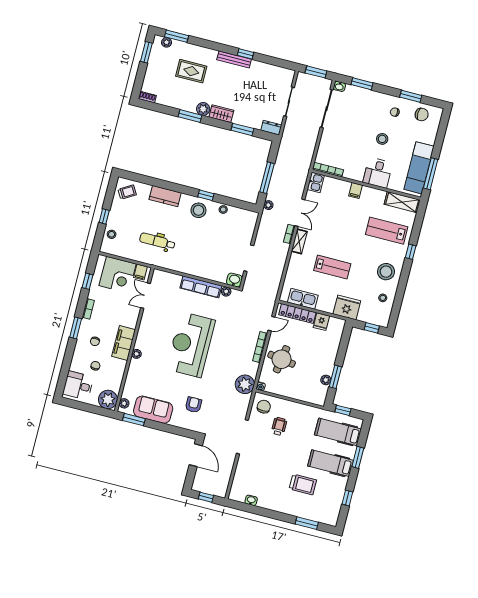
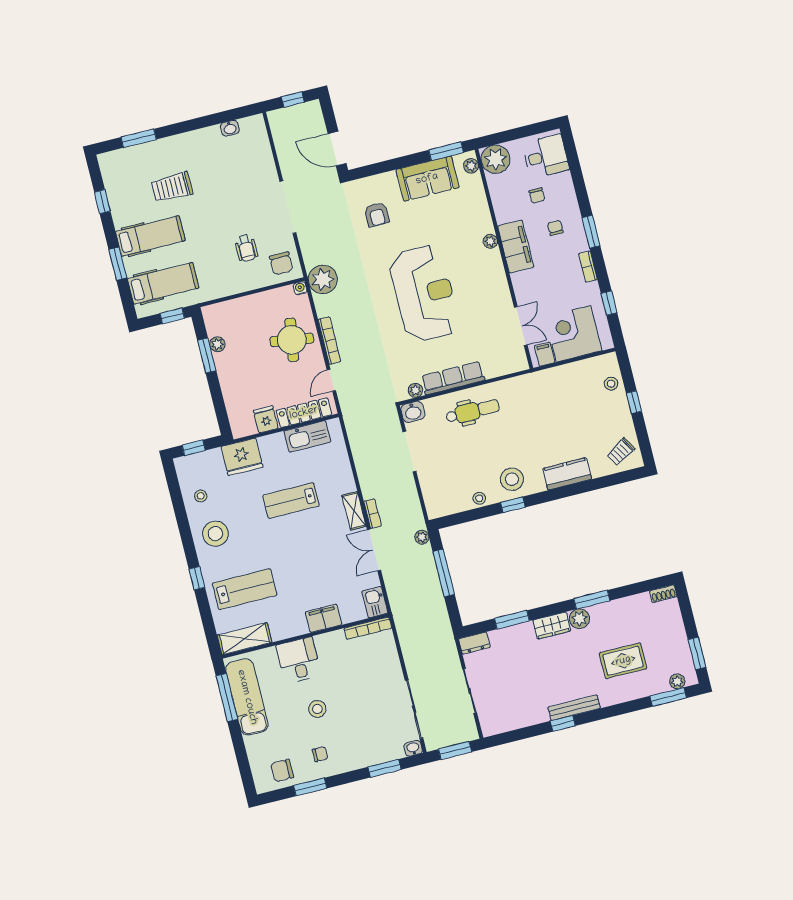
filing cabinet: (355, 190) -> (323, 618), width x2.00
dental chair: (157, 241) -> (473, 411), moved

